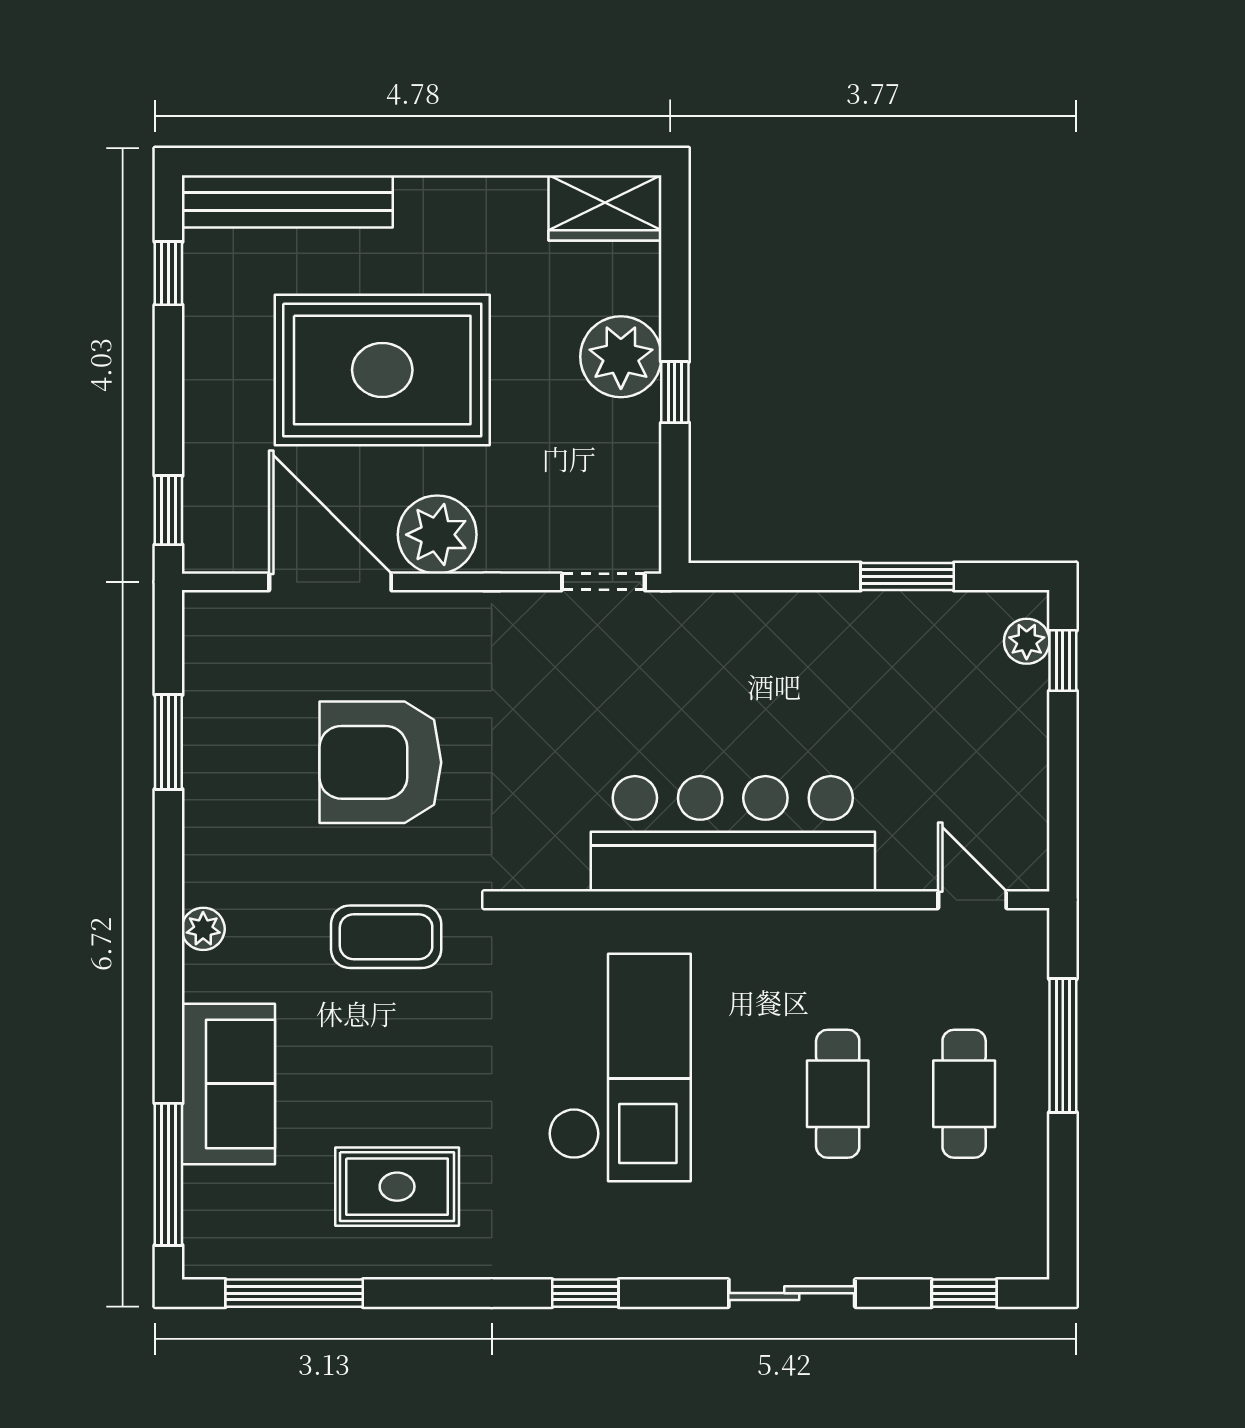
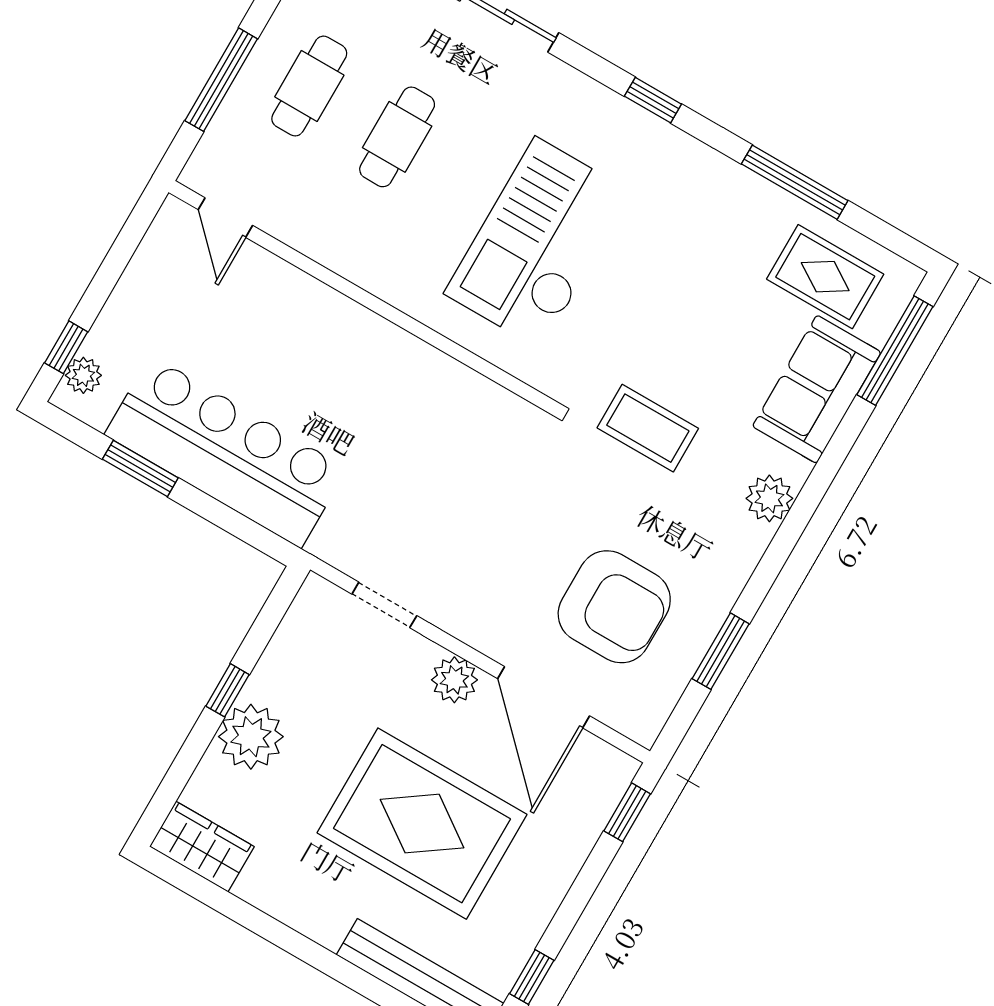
plant: (437, 535) -> (454, 680), width x0.73, depth x0.73
doorway: (603, 582) -> (384, 605), moved
armchair: (380, 762) -> (614, 607), moved
bar counter: (733, 834) -> (226, 452), moved, turned 180
plant: (203, 929) -> (769, 498), width x1.38, depth x1.38
rug: (397, 1187) -> (825, 277), moved
window: (294, 1293) -> (795, 182), moved

